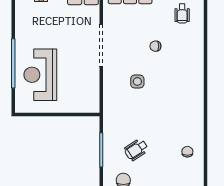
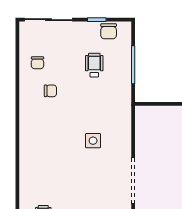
chair: (155, 46) -> (50, 91), moved
wheelchair: (136, 150) -> (94, 65), turned -57

